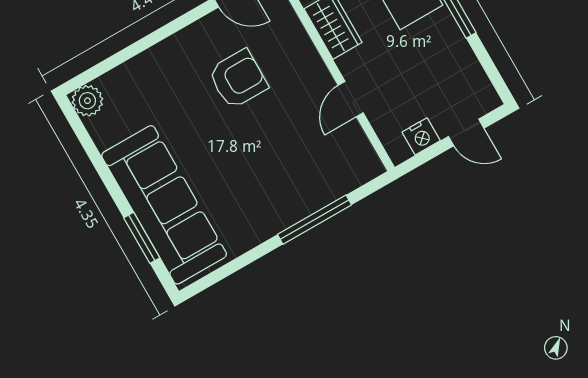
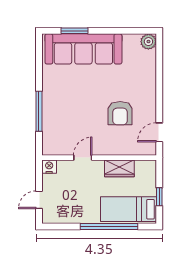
door: (351, 99) -> (83, 158), hinge flipped
nightstand: (421, 136) -> (49, 167), moved, turned 90

